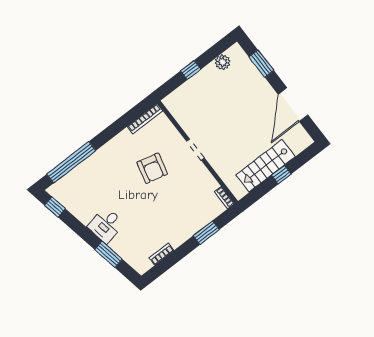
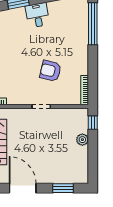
plant: (223, 62) -> (82, 140), moved
window: (191, 70) -> (93, 123), moved

